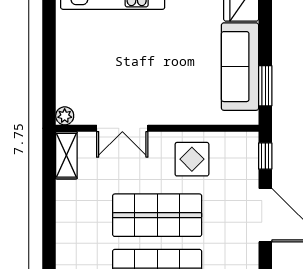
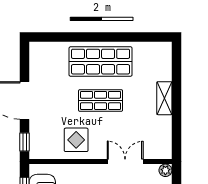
shelving: (66, 155) -> (164, 98), moved
shop shelf: (157, 215) -> (101, 100), width x0.70, depth x0.74

